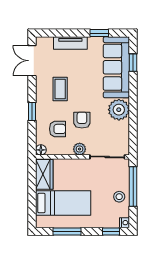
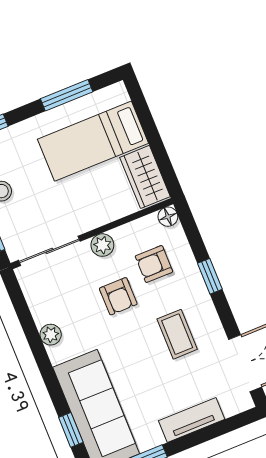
plant: (119, 110) -> (51, 335), width x0.53, depth x0.53

